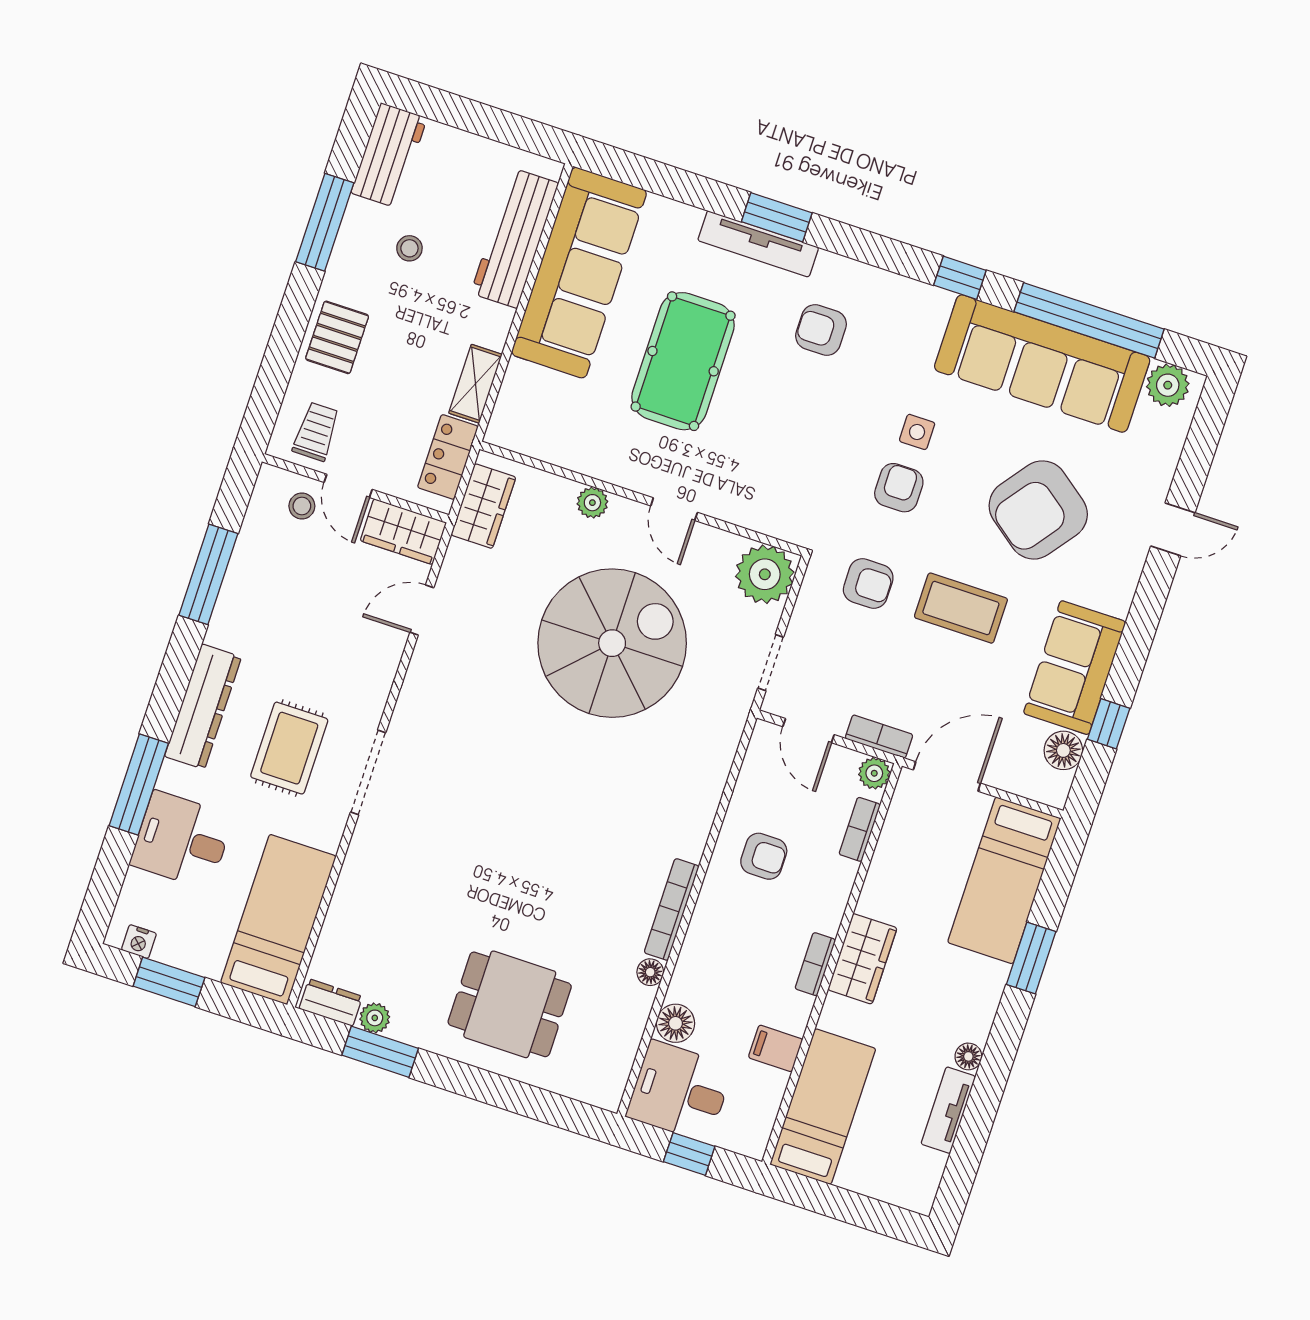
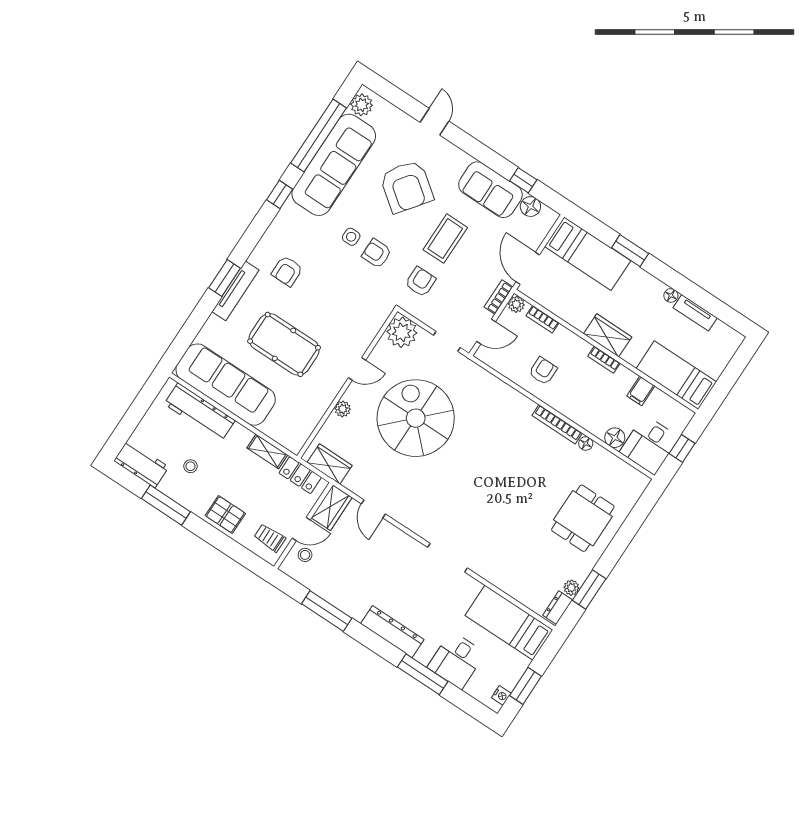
rug: (289, 748) -> (425, 594), removed

